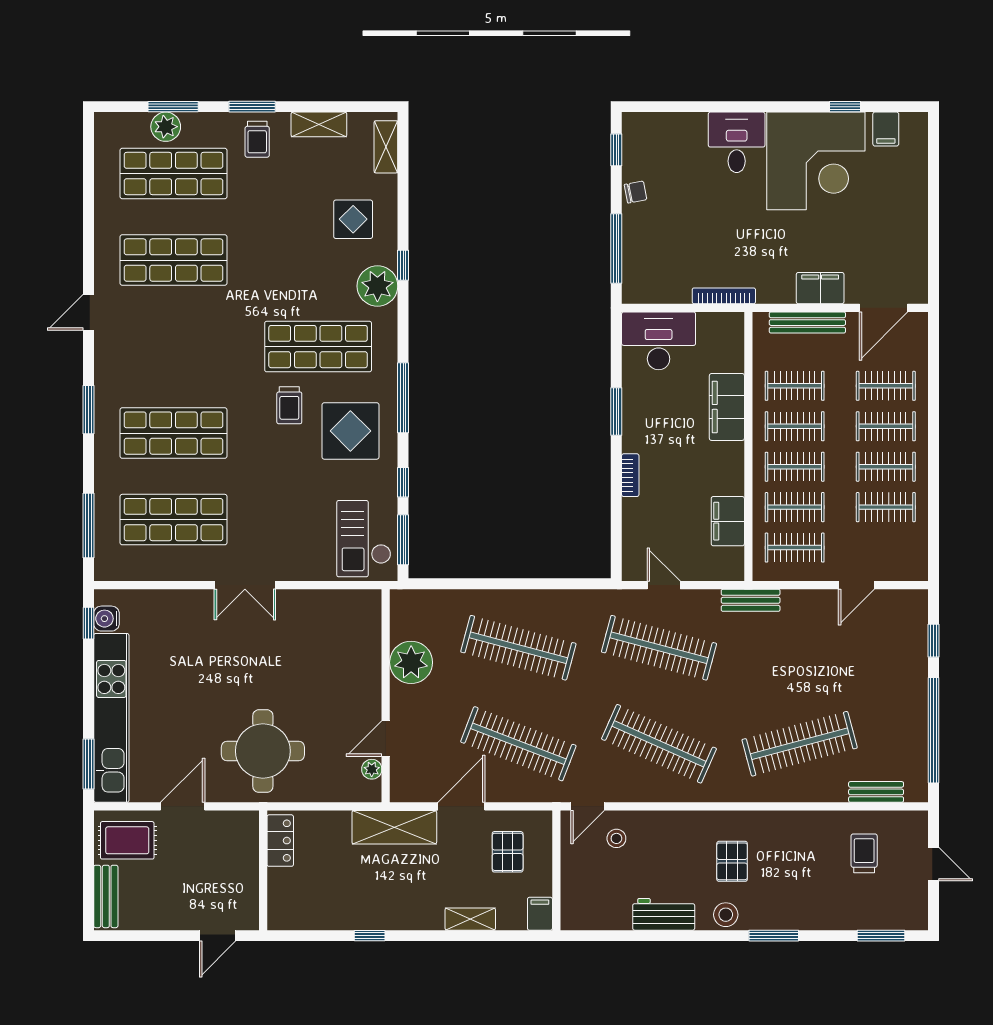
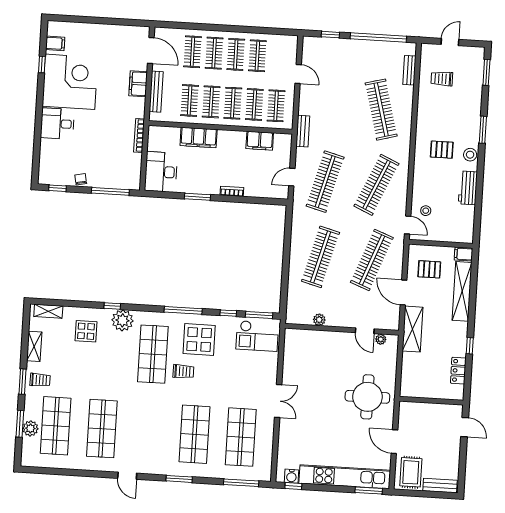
plant: (411, 662) -> (319, 320), width x0.53, depth x0.53
locker: (280, 841) -> (458, 371), moved, turned -90
shelving: (470, 919) -> (462, 291), width x2.20, depth x1.33

